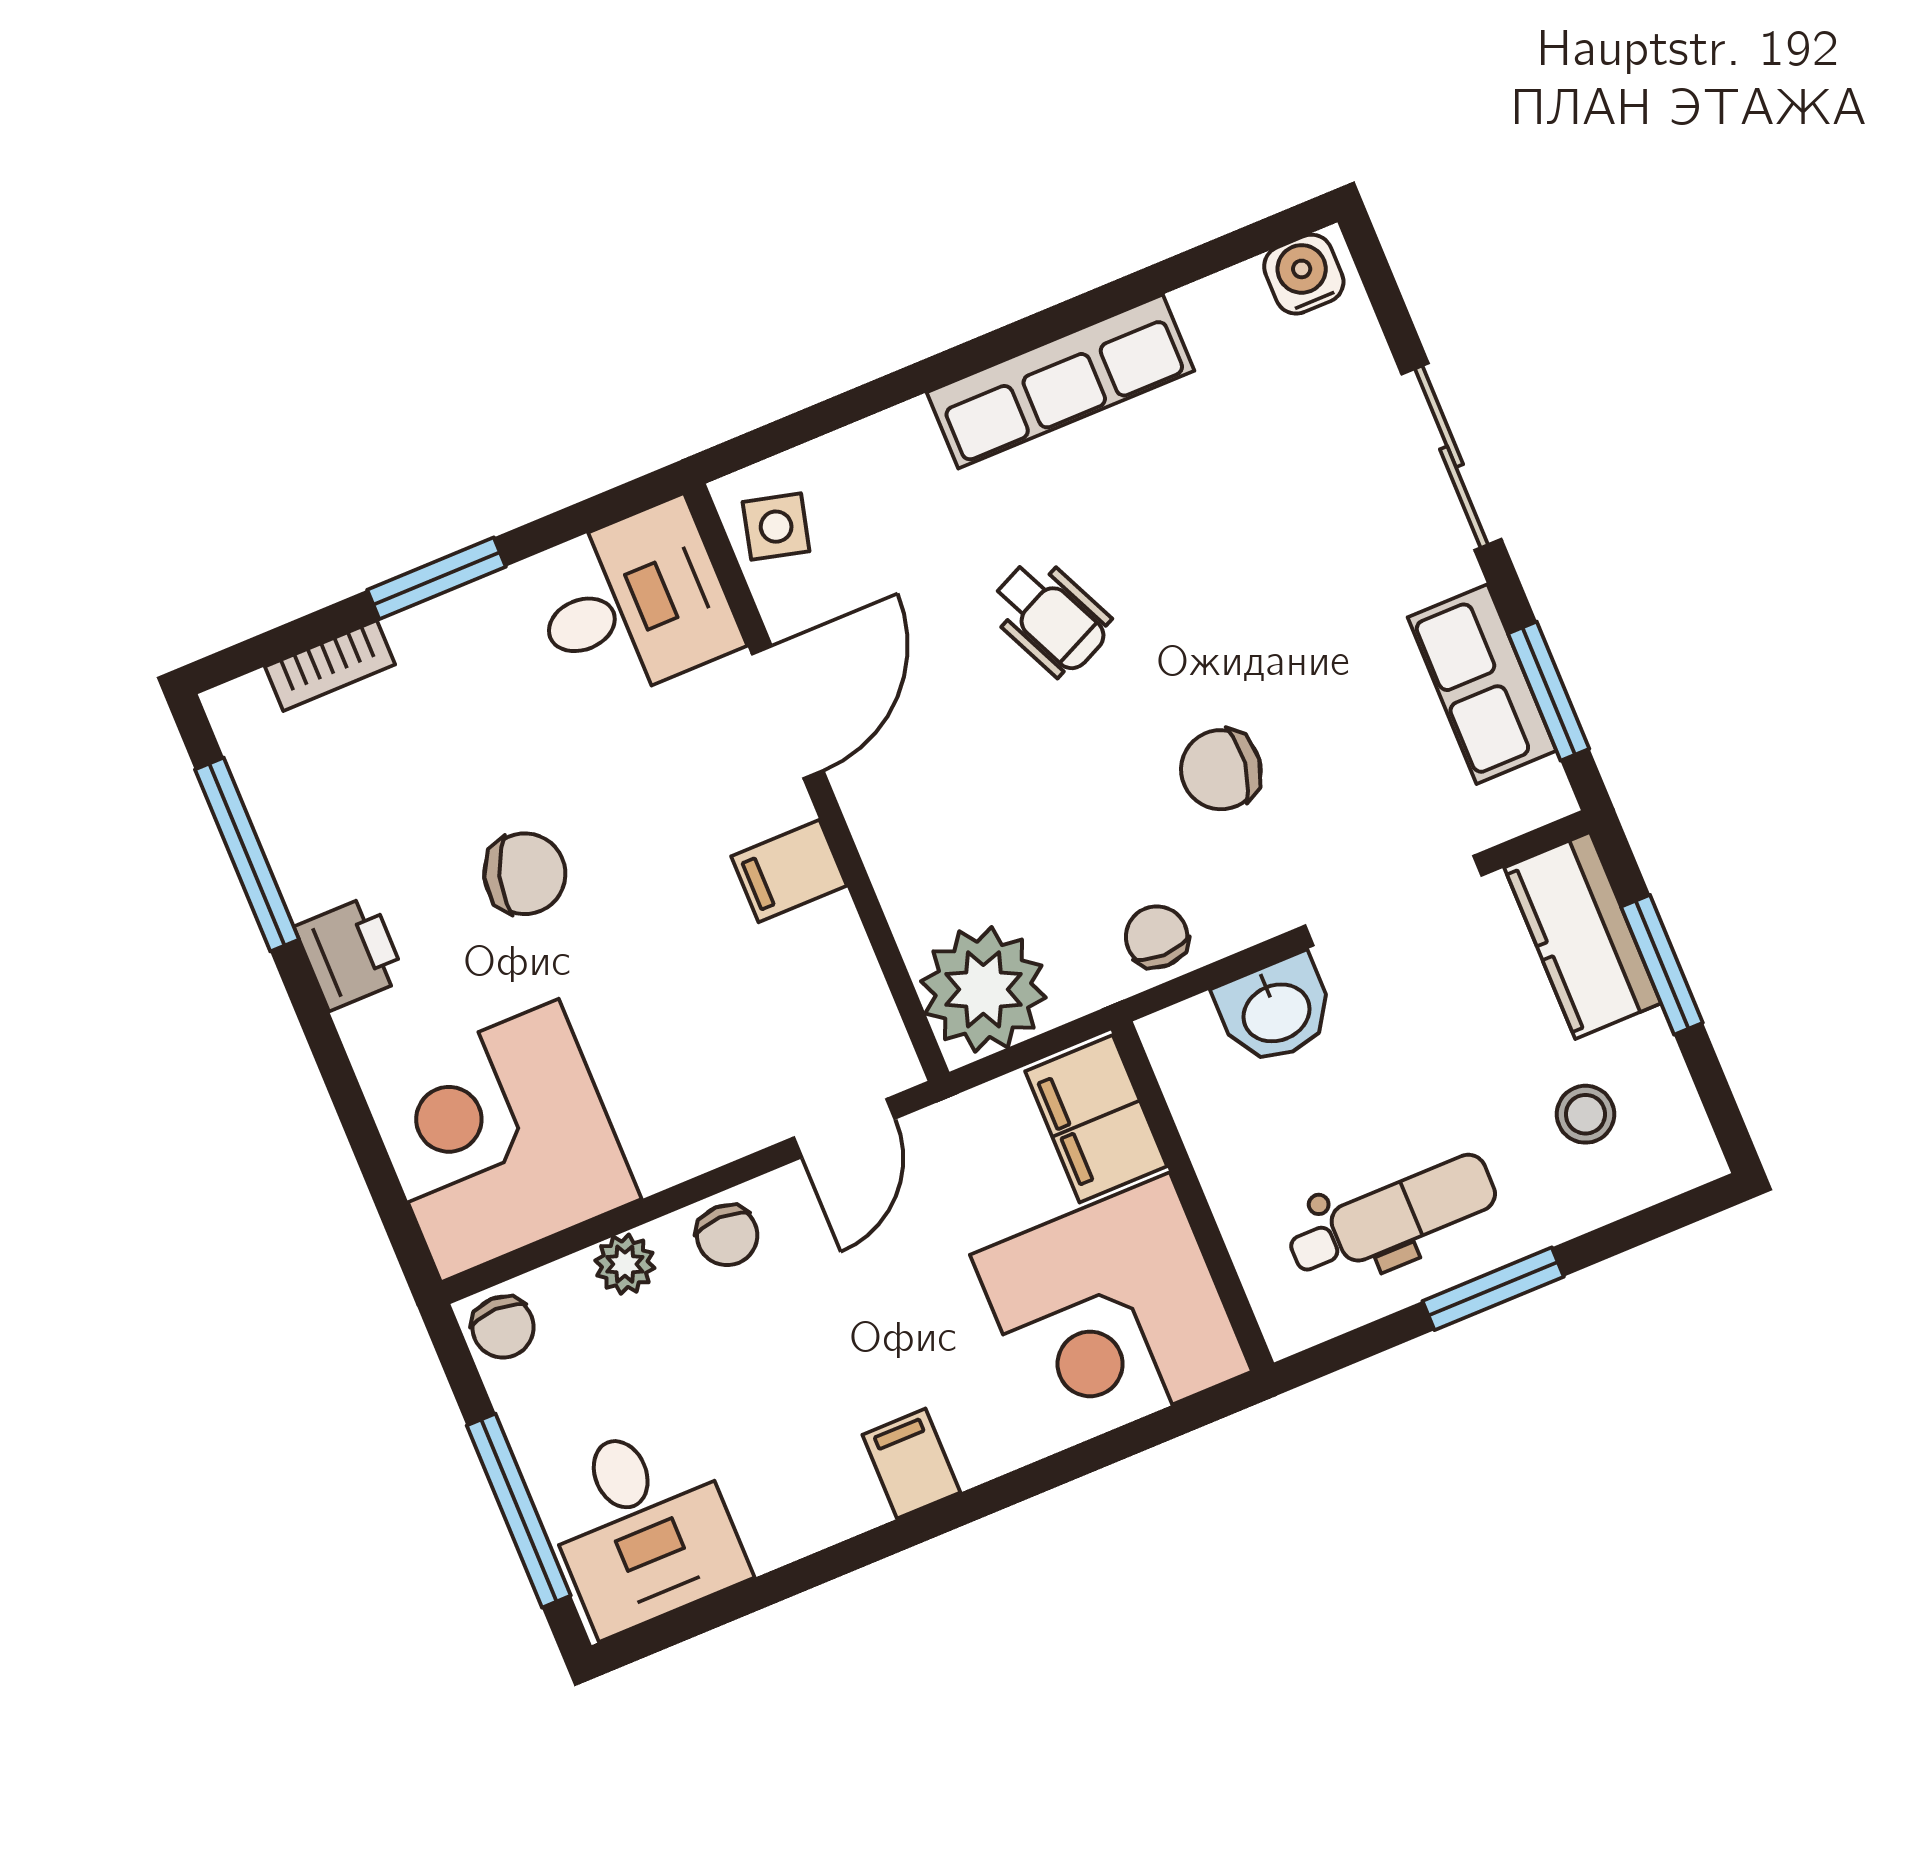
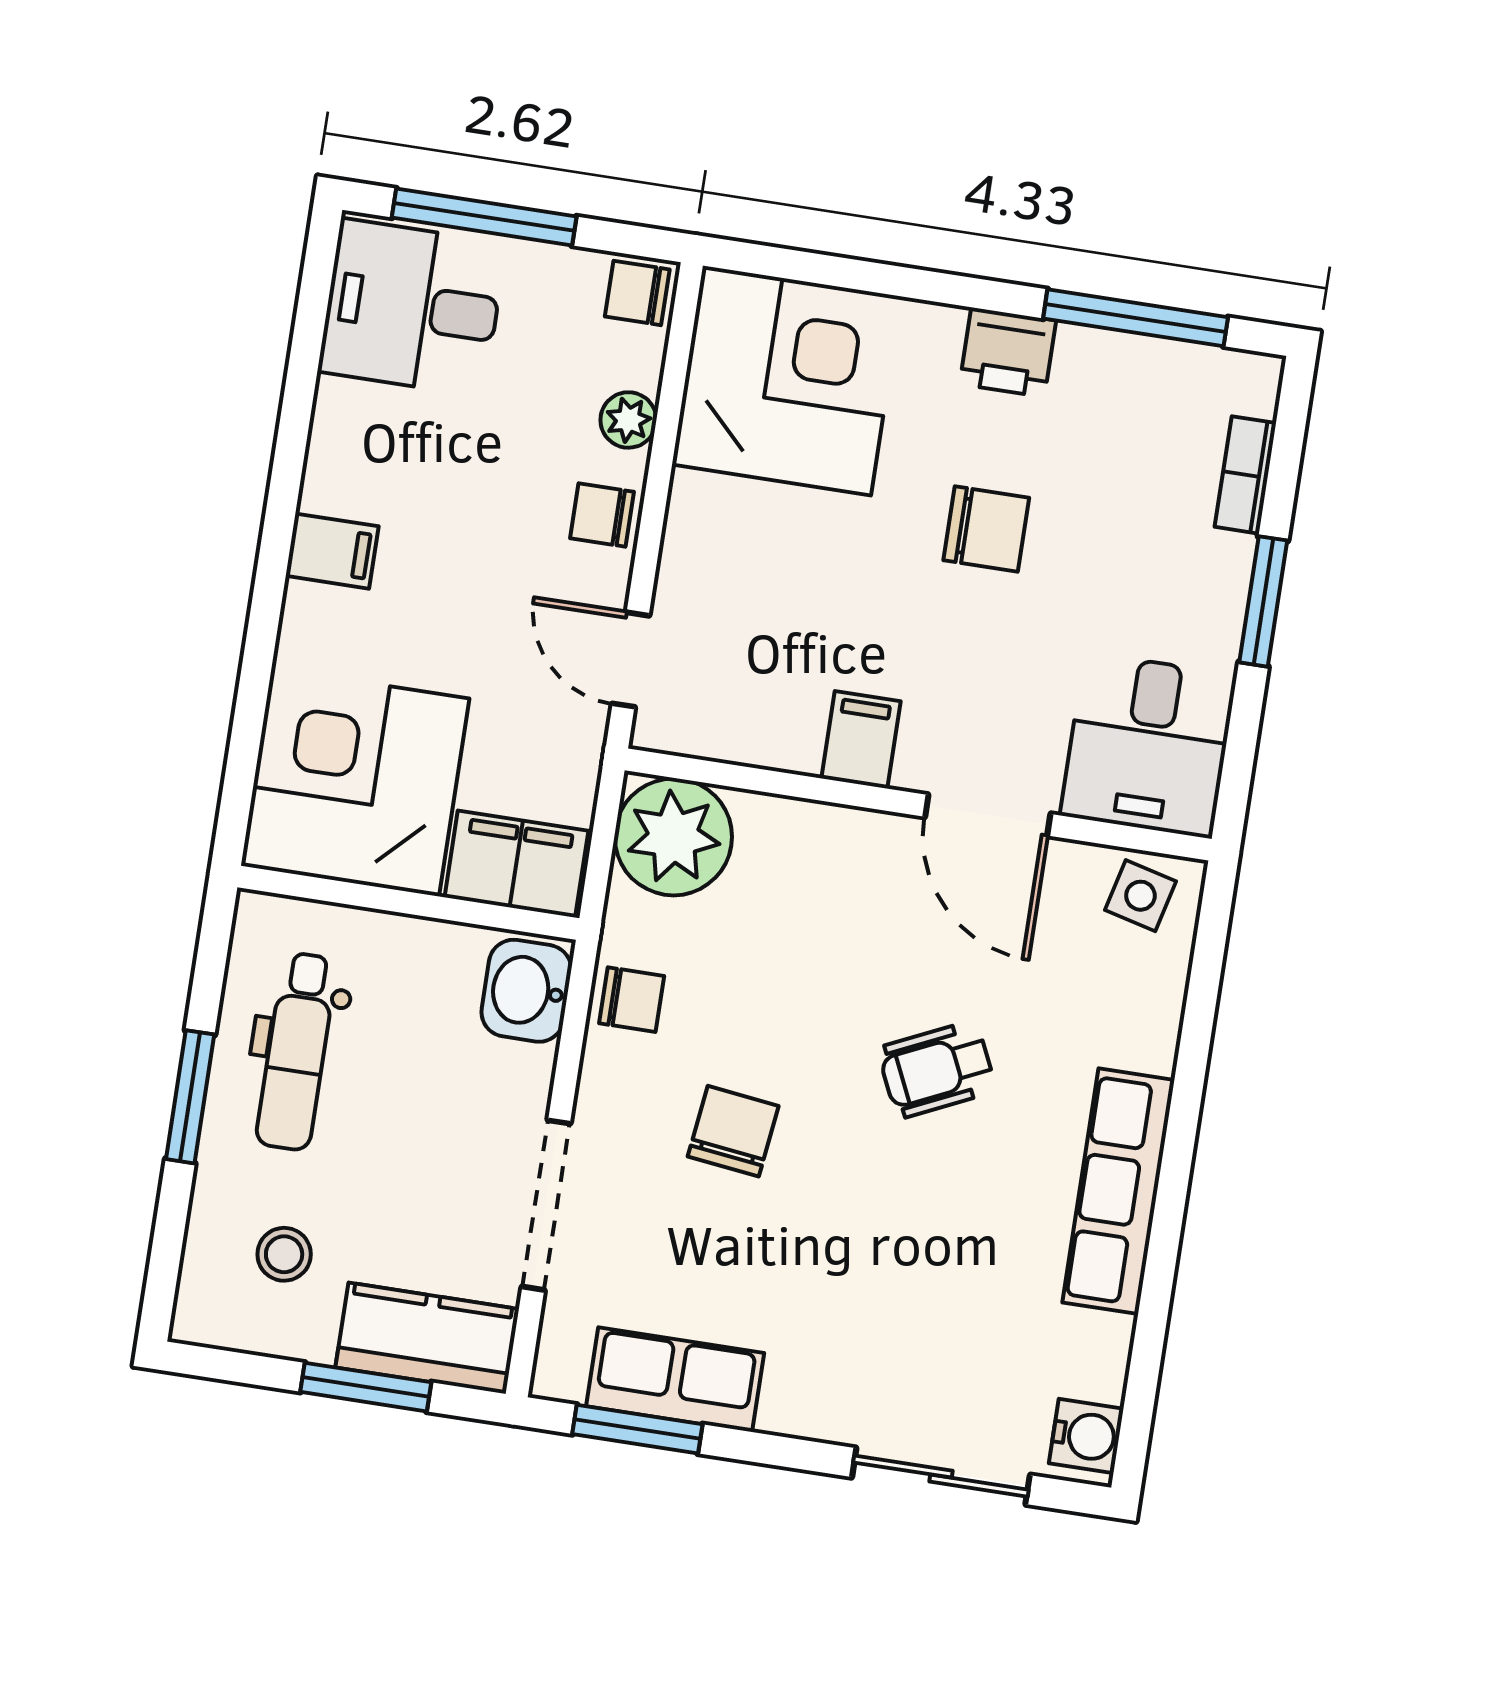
sliding door: (1452, 457) -> (941, 1476), moved
chair: (525, 874) -> (986, 529), turned -107
washbasin: (1275, 1010) -> (526, 991), moved

